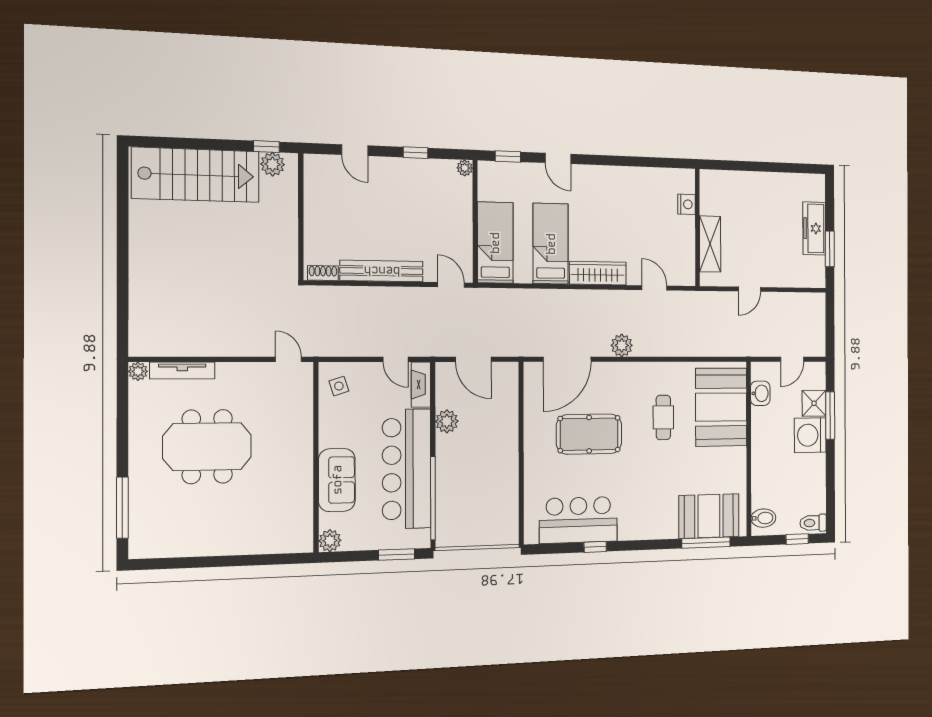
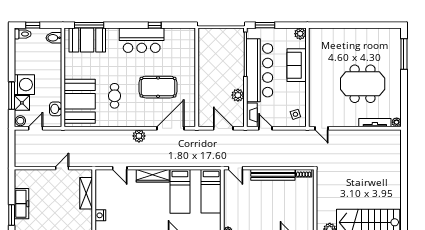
window: (830, 249) -> (12, 215), moved
stool: (816, 372) -> (20, 121), added
bar counter: (578, 520) -> (142, 40), moved

